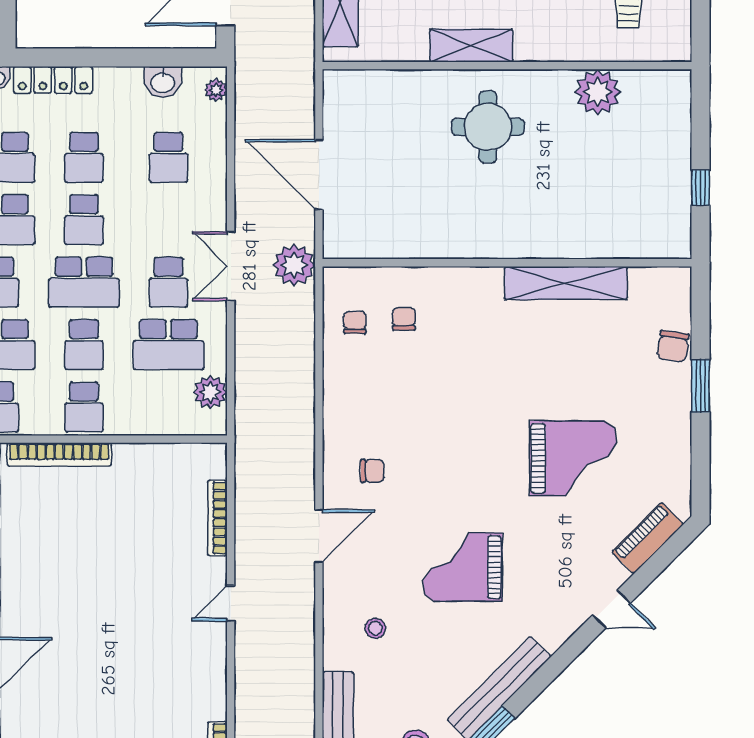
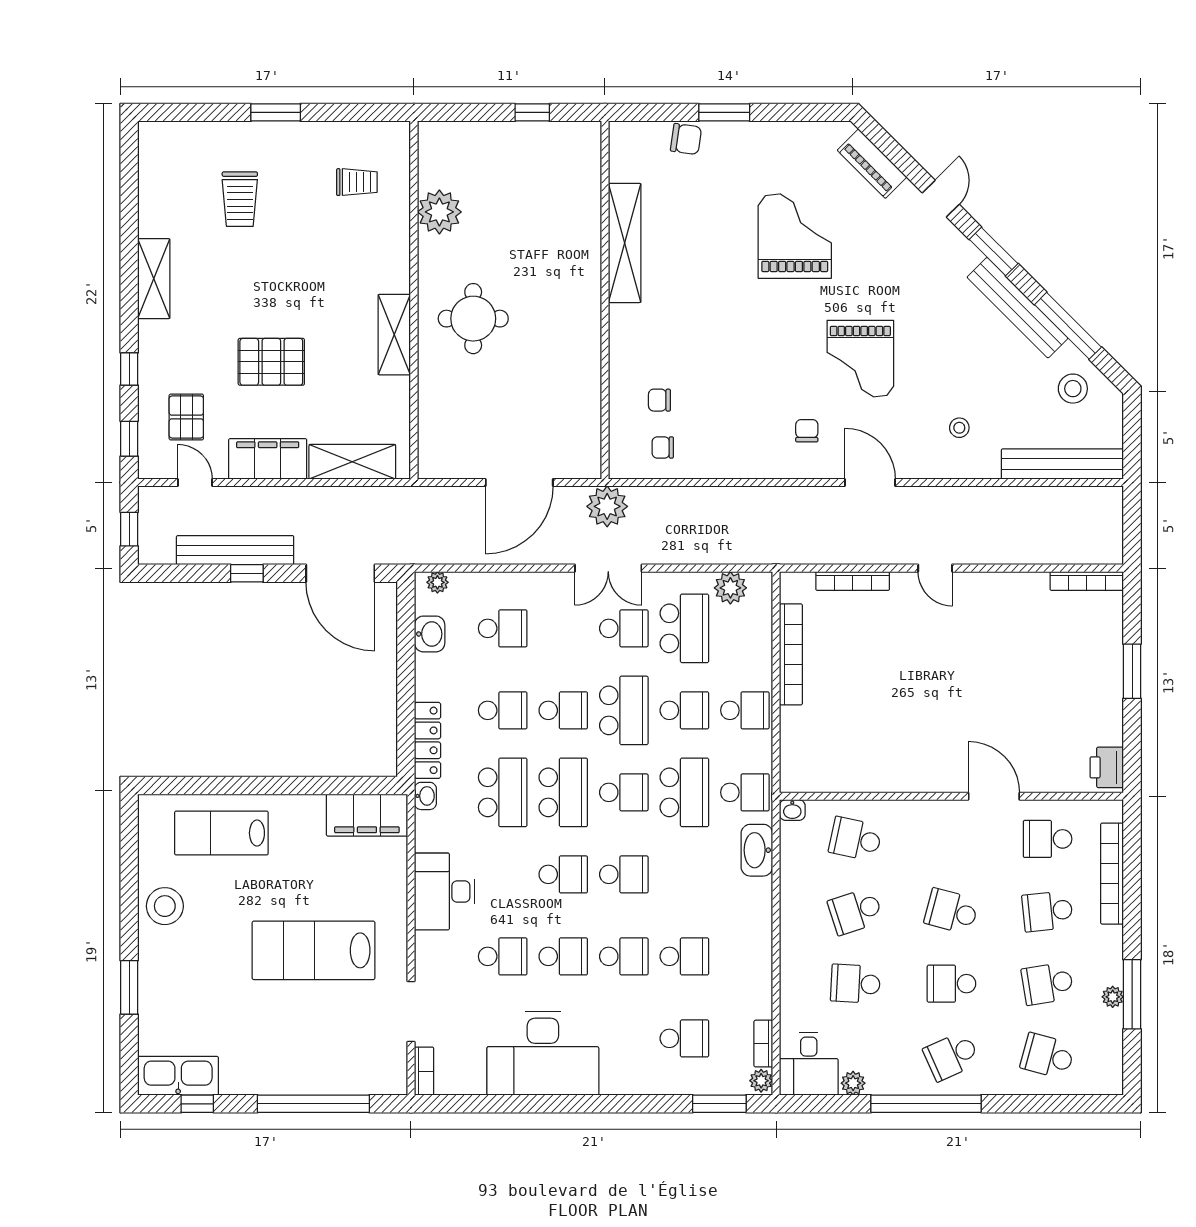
bookcase: (59, 455) -> (791, 654), moved
grand piano: (463, 567) -> (860, 359), moved
window: (557, 663) -> (994, 251), added

